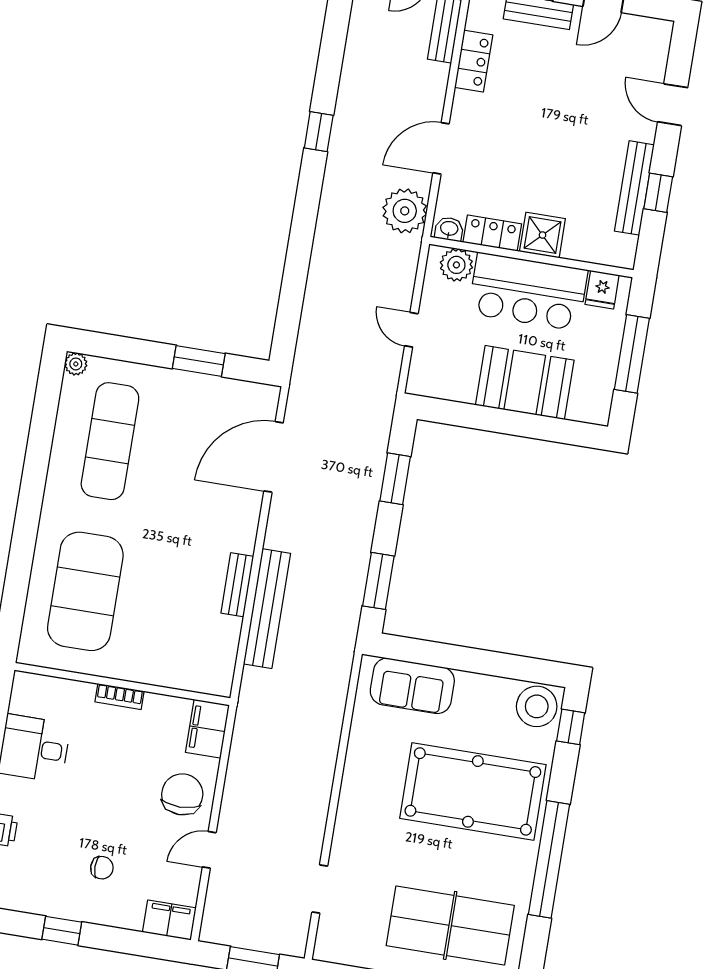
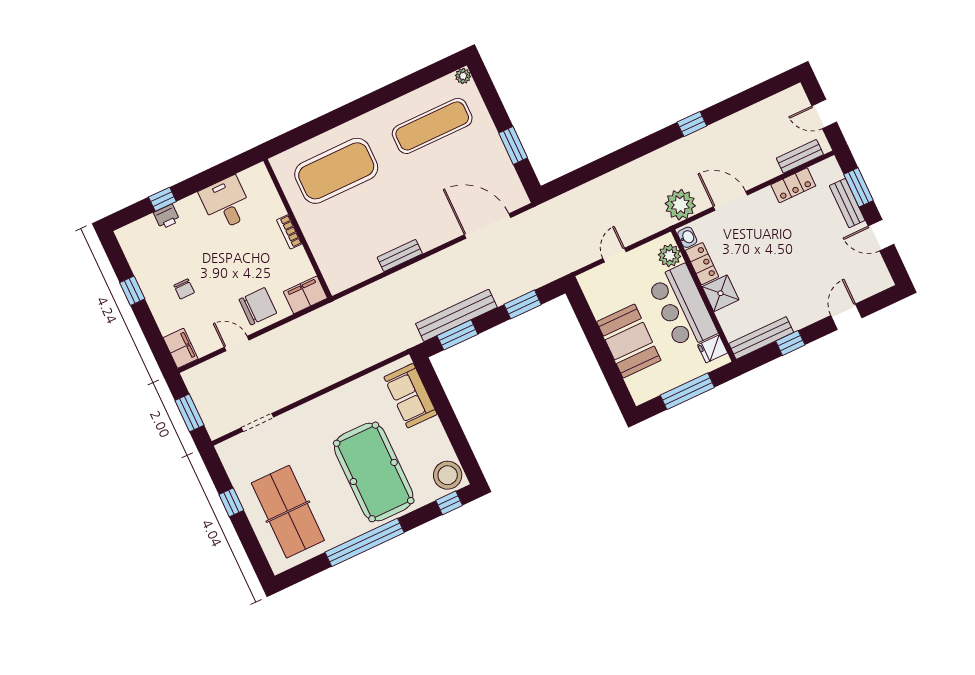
bench: (634, 188) -> (761, 338), moved
bench: (267, 609) -> (456, 315), moved

